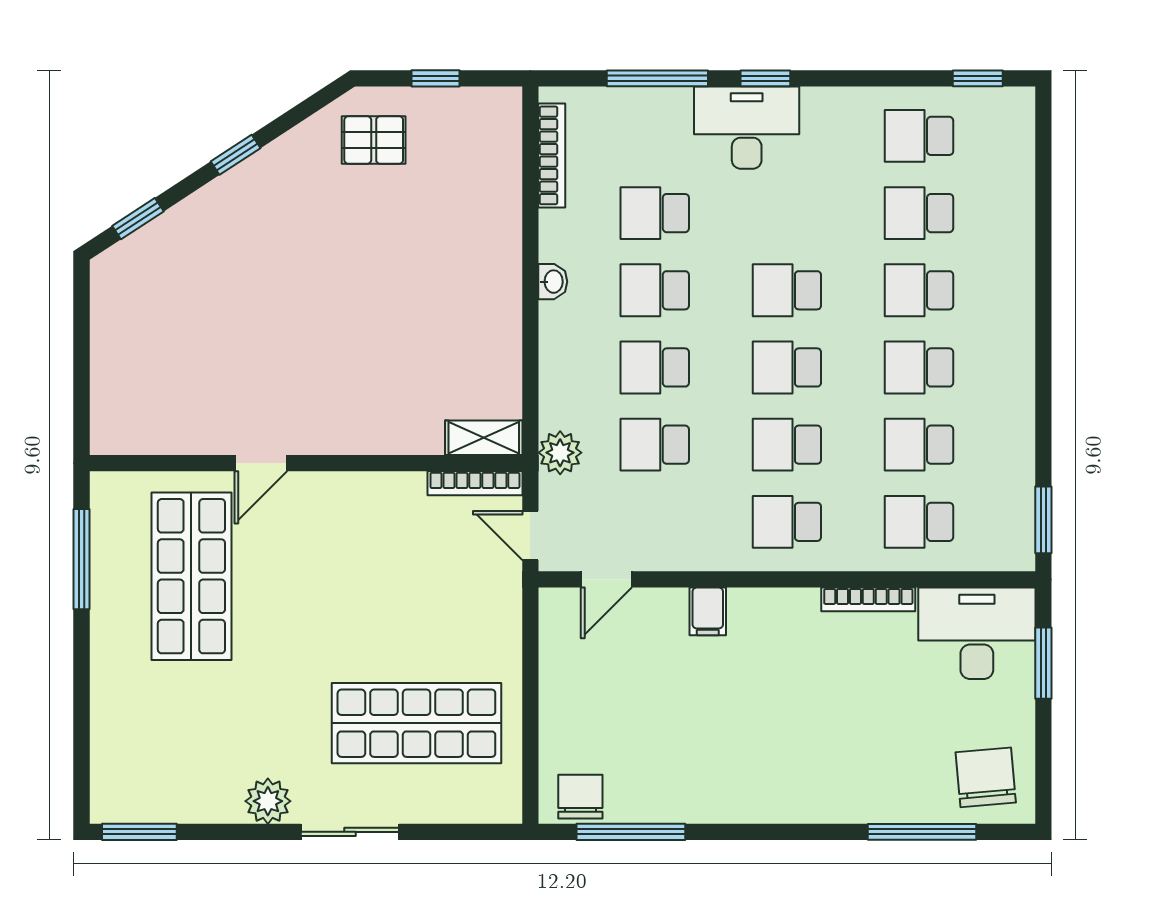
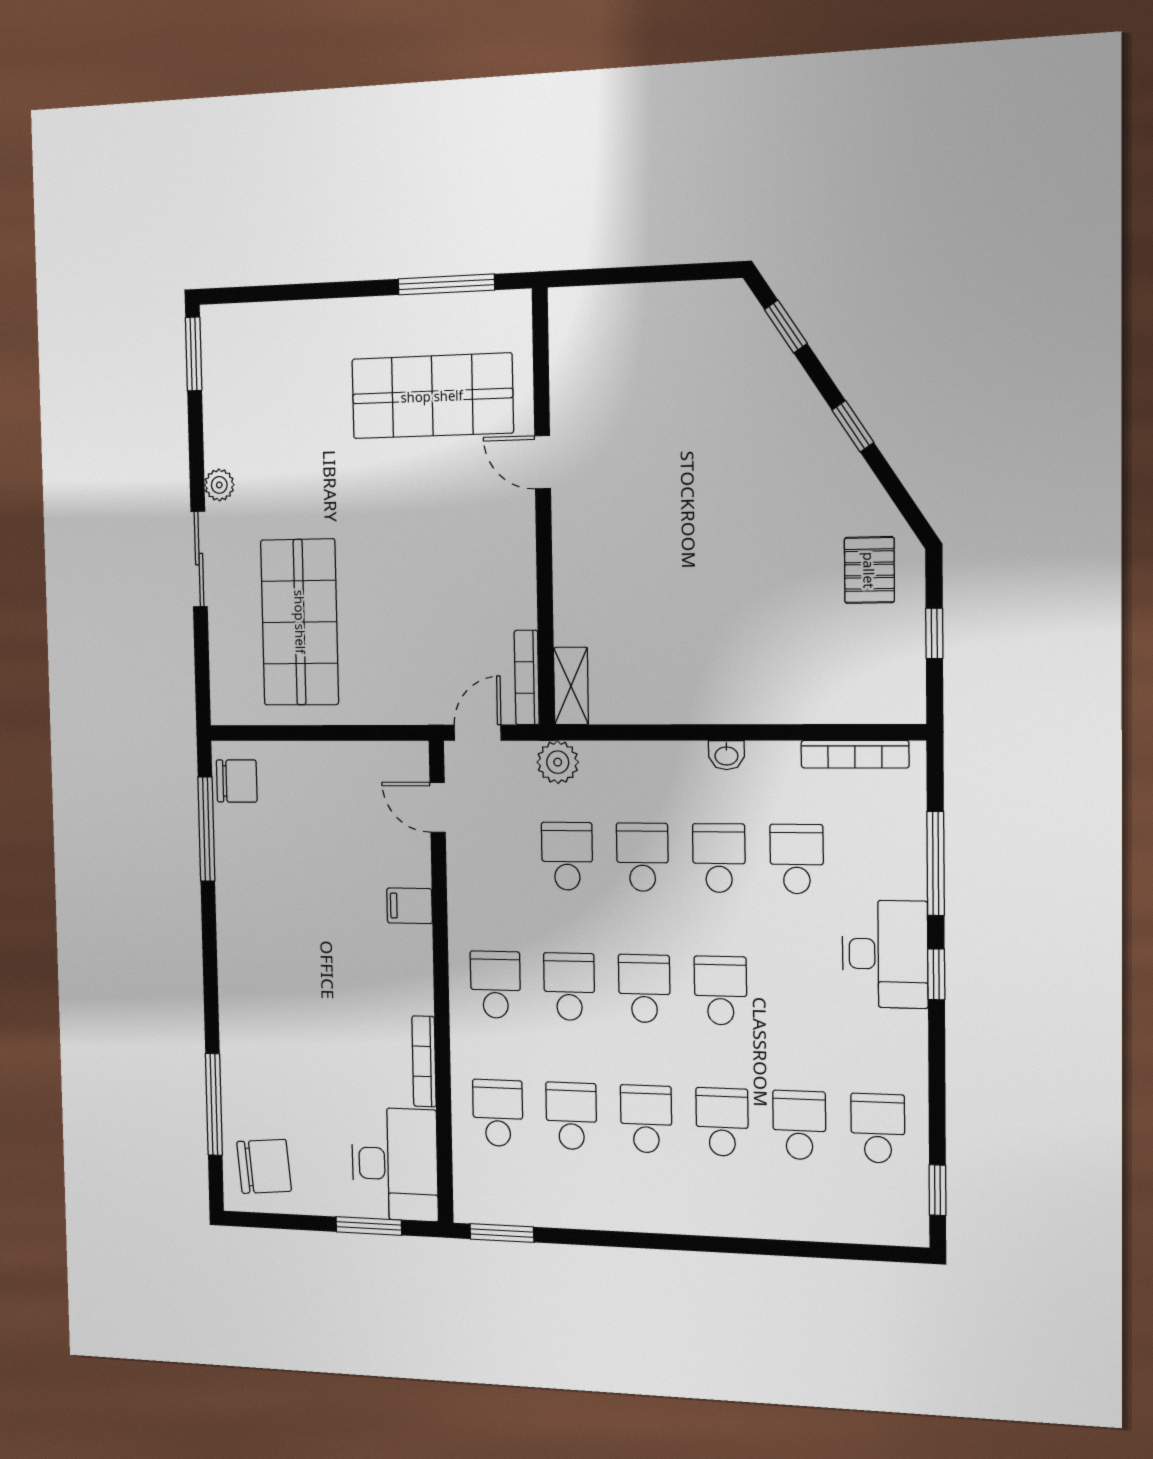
plant: (268, 801) -> (219, 485), width x0.73, depth x0.73

